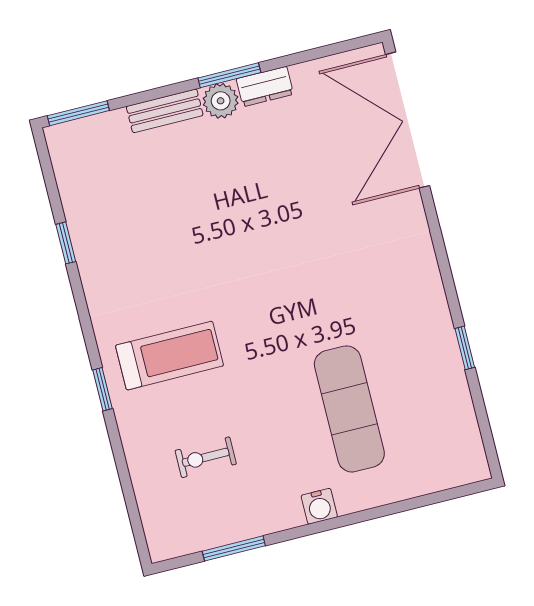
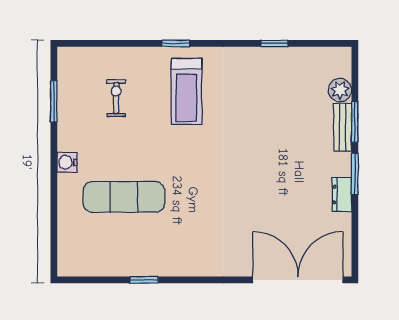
plant: (221, 101) -> (340, 90), moved
window: (78, 113) -> (355, 122), moved

